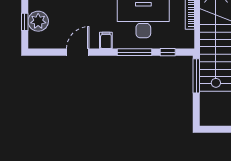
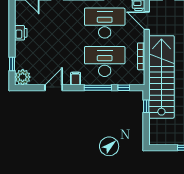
plant: (38, 21) -> (23, 77), moved
window: (196, 76) -> (146, 106), width x0.46

